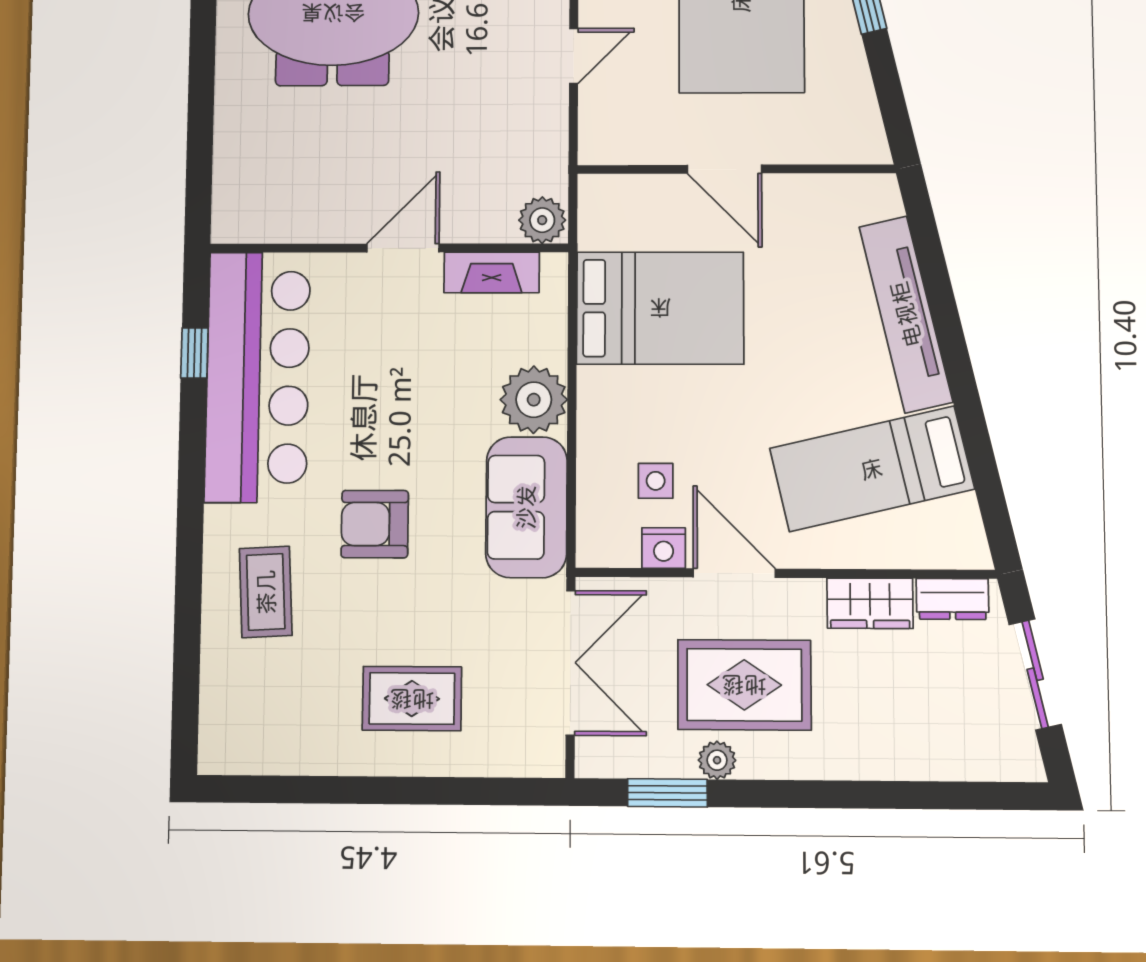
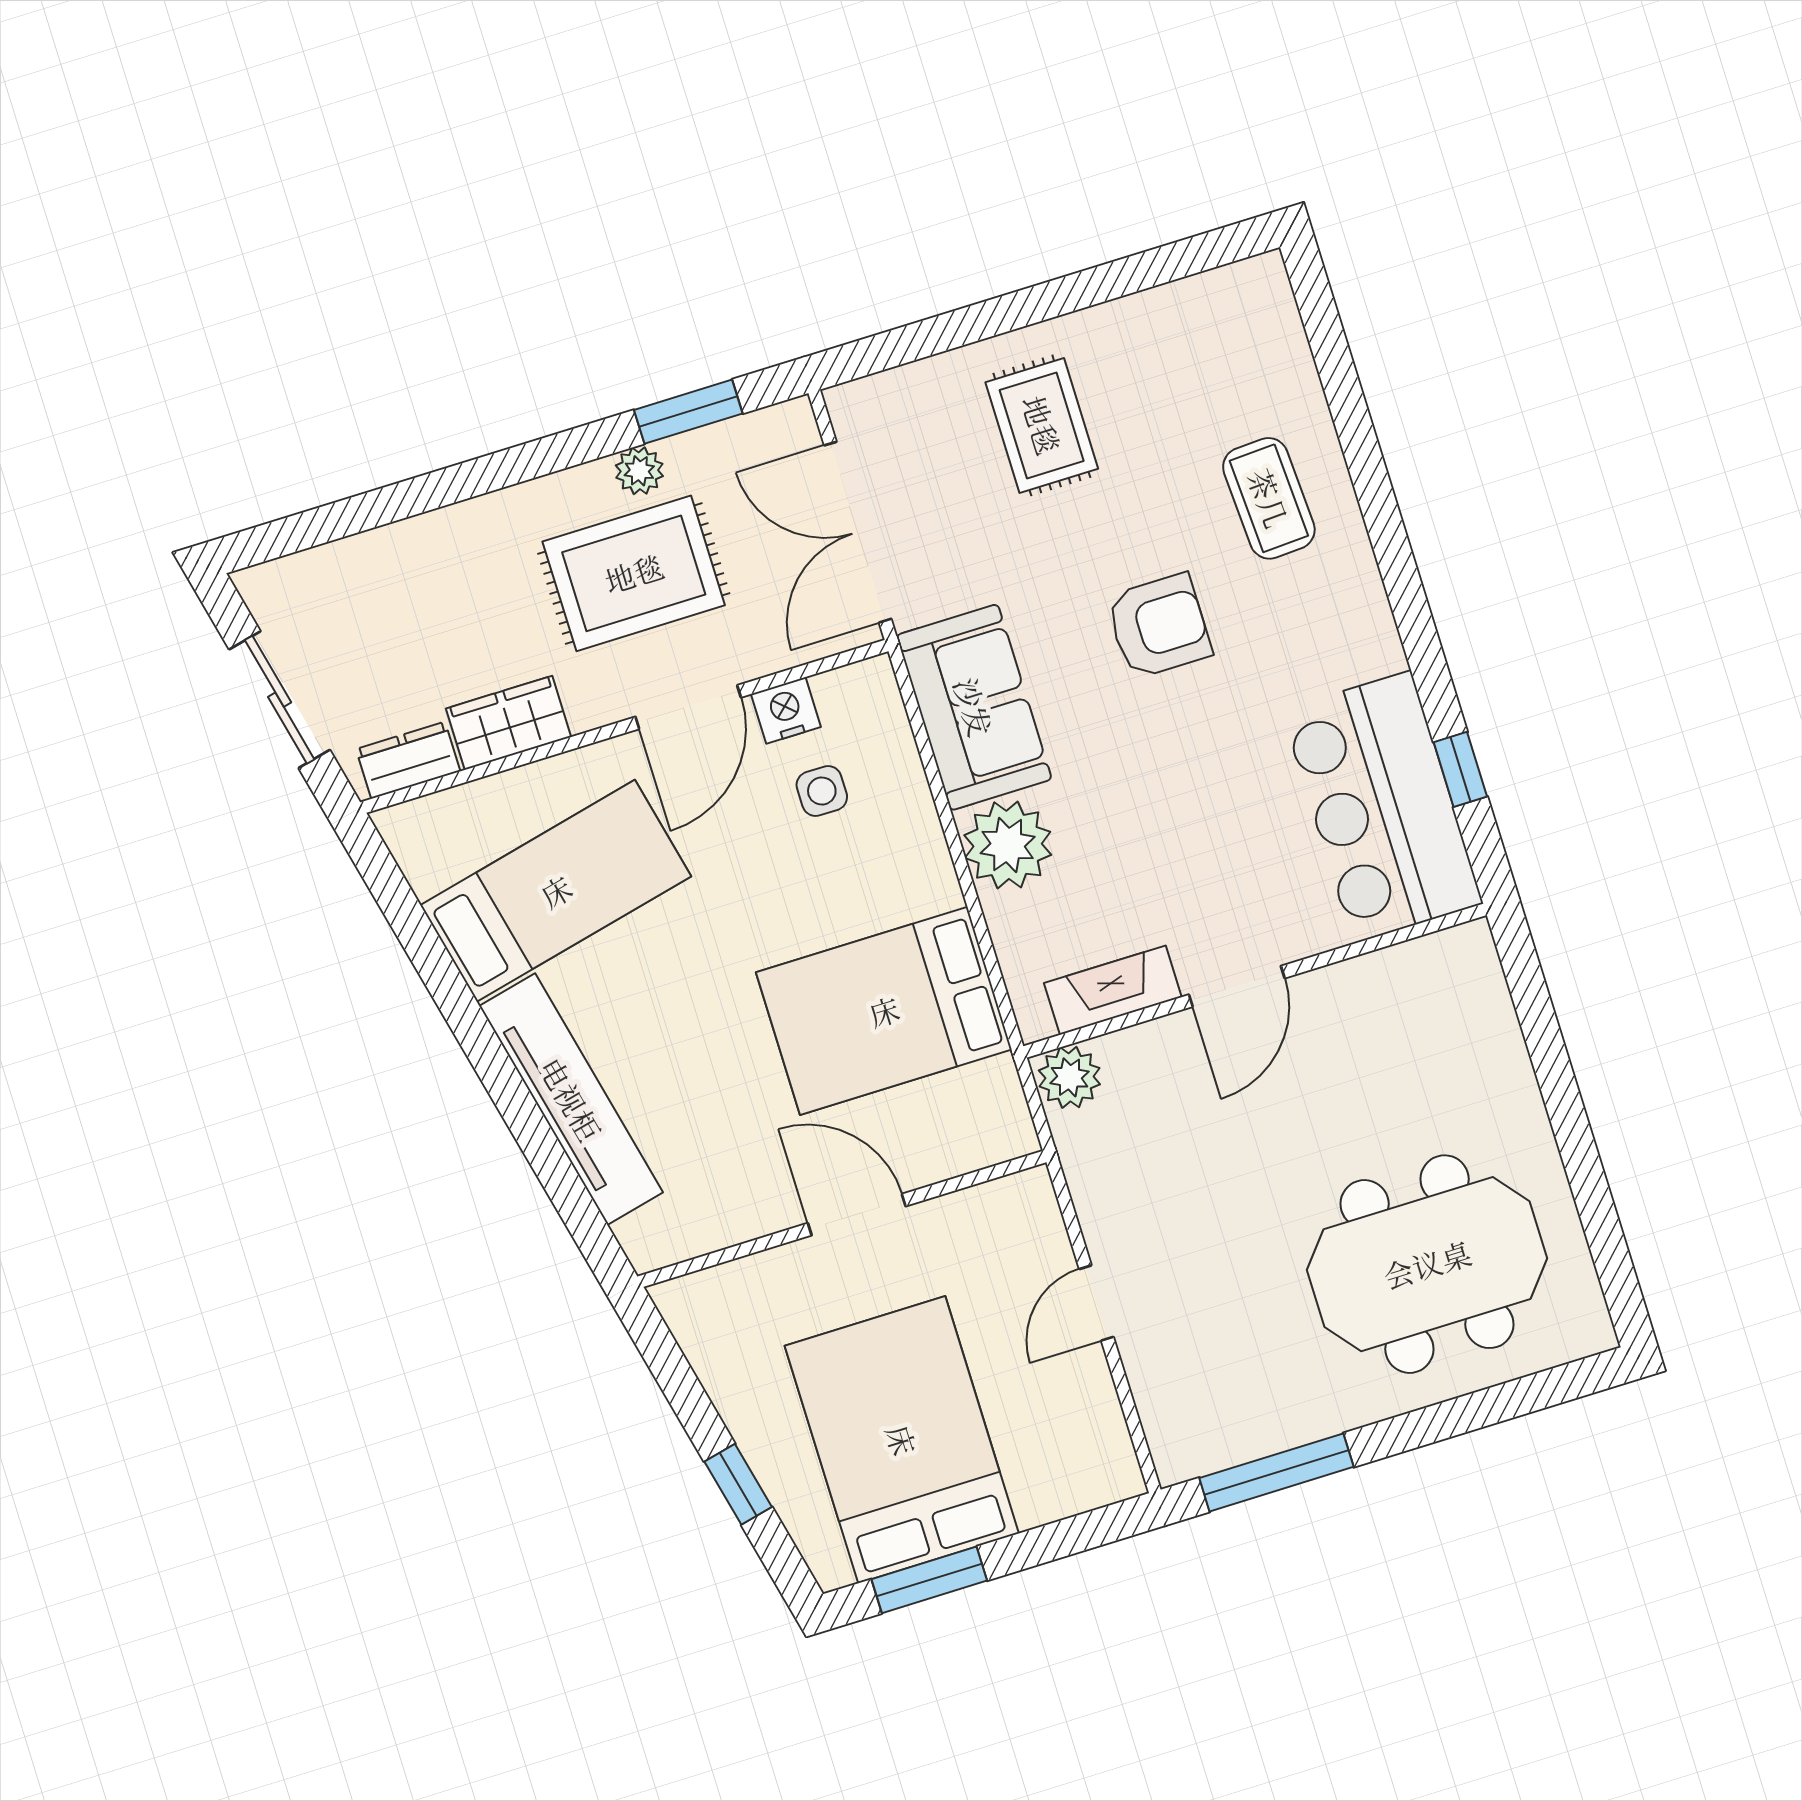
bar counter: (258, 377) -> (1382, 807), width x0.73
door: (734, 573) -> (688, 707), hinge flipped
rug: (412, 699) -> (1042, 425), turned 90

